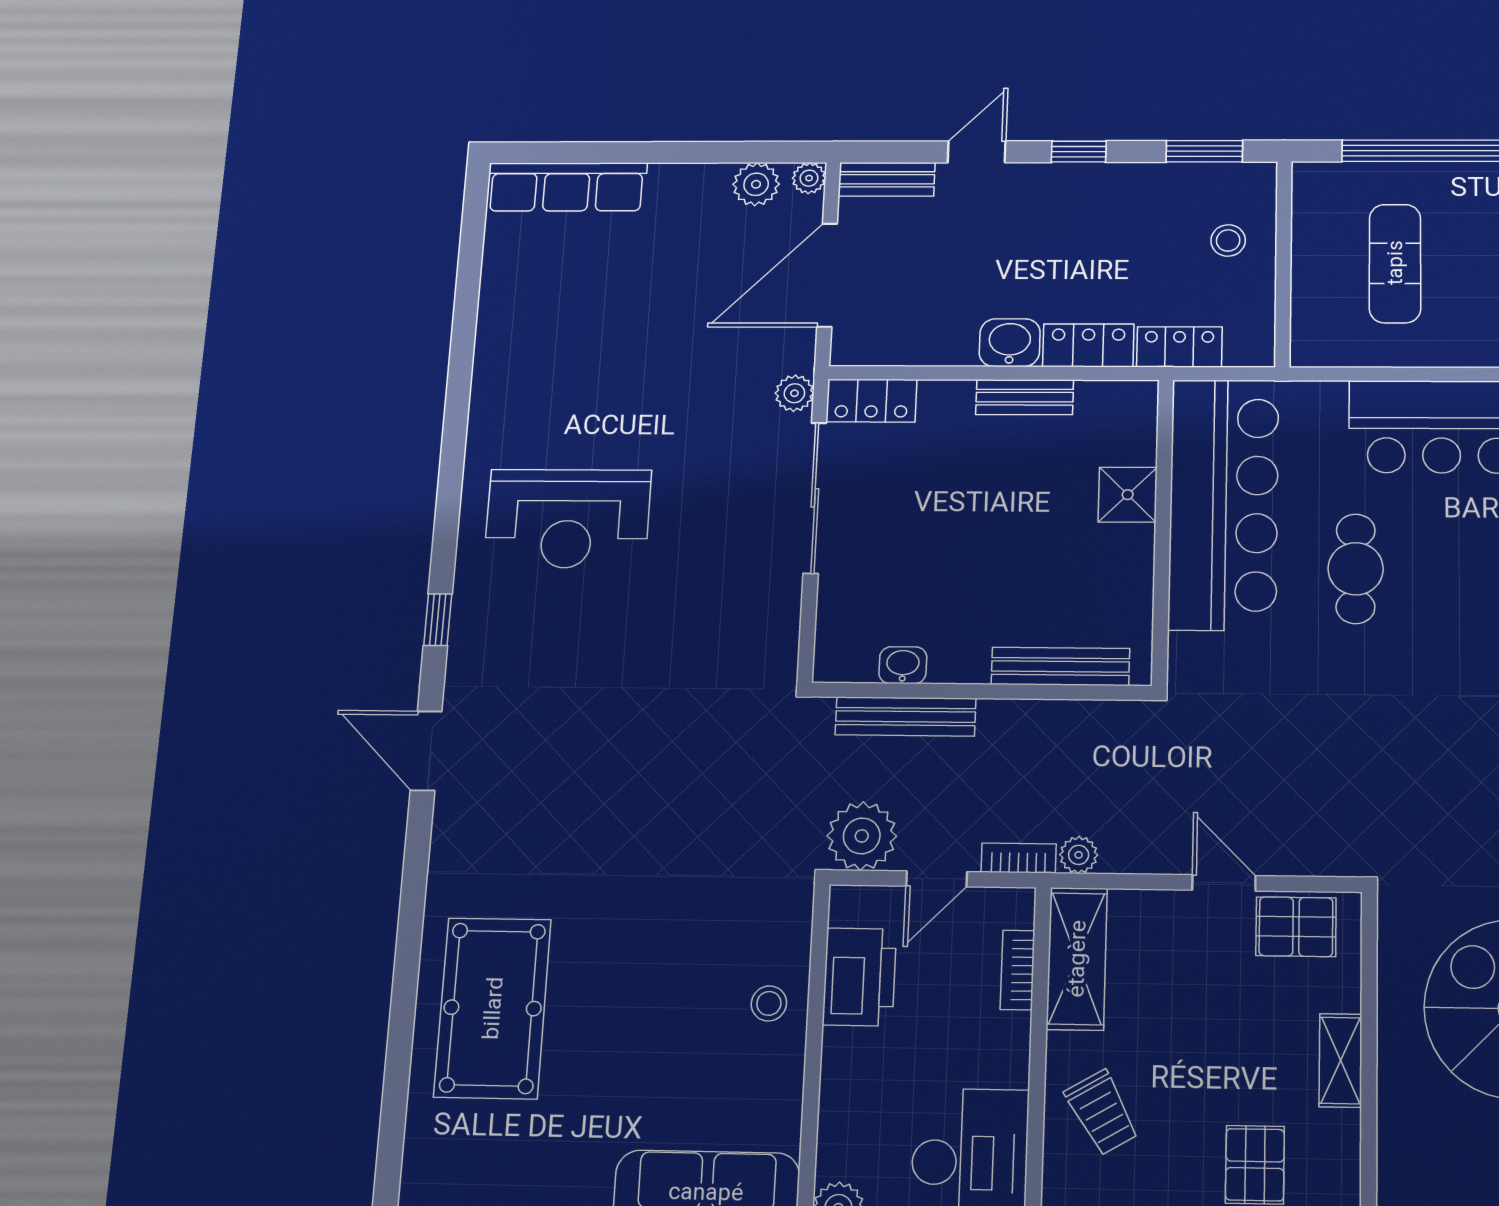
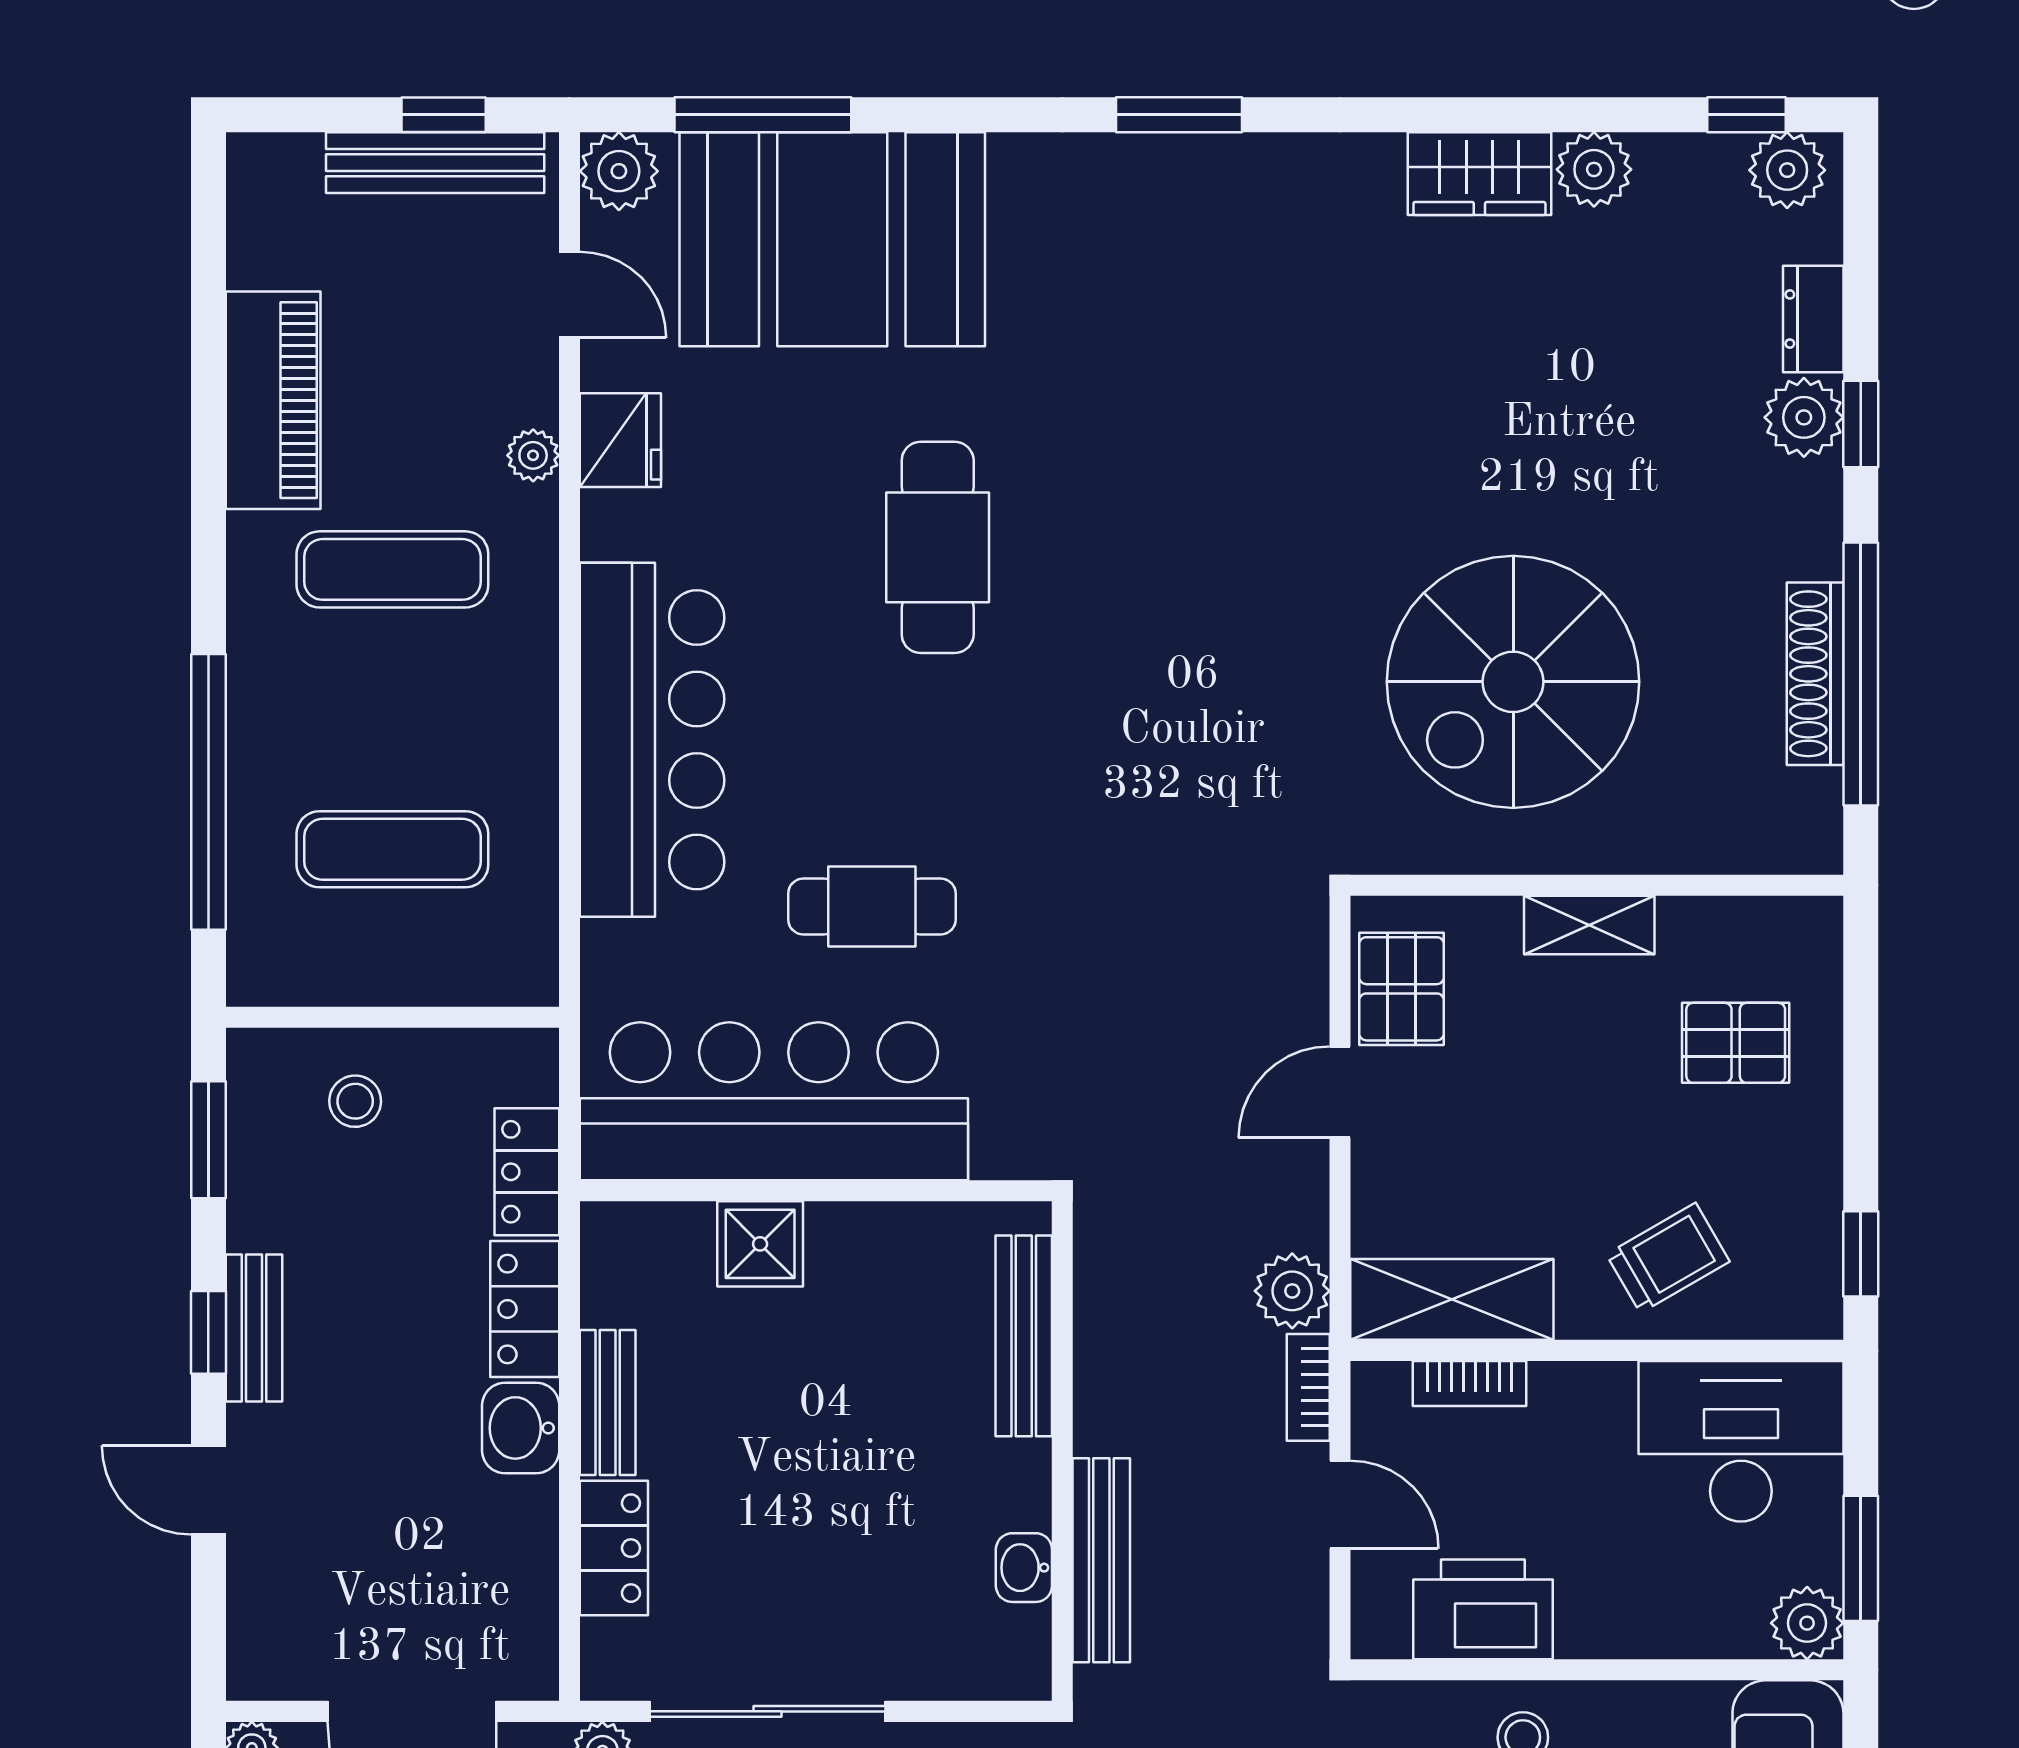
bench: (887, 179) -> (254, 1328), moved
locker: (871, 401) -> (614, 1548), moved
plant: (862, 836) -> (1279, 1616), removed
plant: (1079, 855) -> (1292, 1291), width x1.38, depth x1.38

